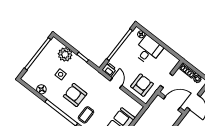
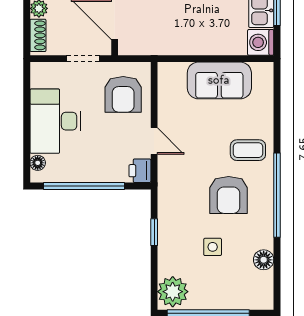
desk: (148, 50) -> (55, 121), width x1.37
plant: (65, 54) -> (173, 292), moved
door: (116, 83) -> (154, 141), swing flipped
armchair: (142, 85) -> (123, 94), turned -90

